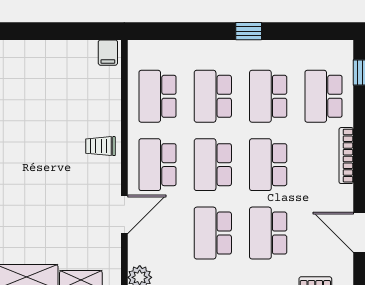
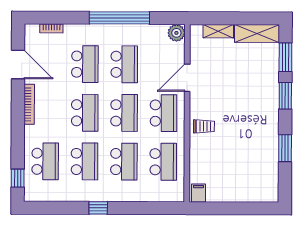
bookcase: (346, 156) -> (29, 104), moved

